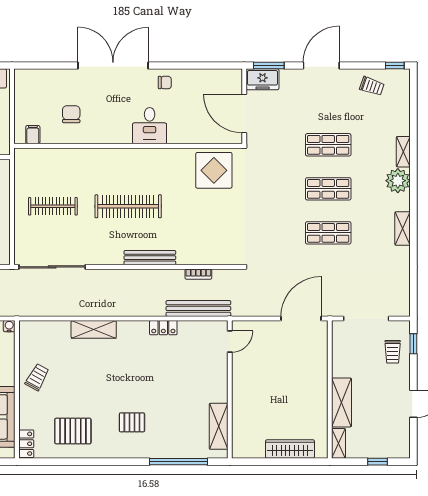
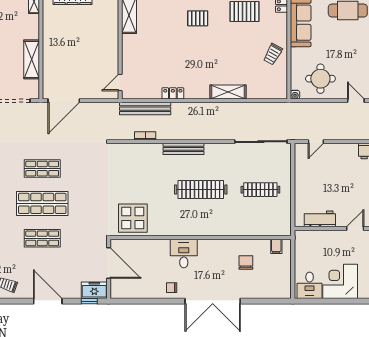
window: (269, 65) -> (89, 301), width x0.67
door: (321, 65) -> (48, 301), swing flipped
chair: (71, 114) -> (246, 263), turned 180
shop shelf: (328, 189) -> (42, 203), width x1.43, depth x1.36
shelving: (342, 402) -> (32, 59), moved

